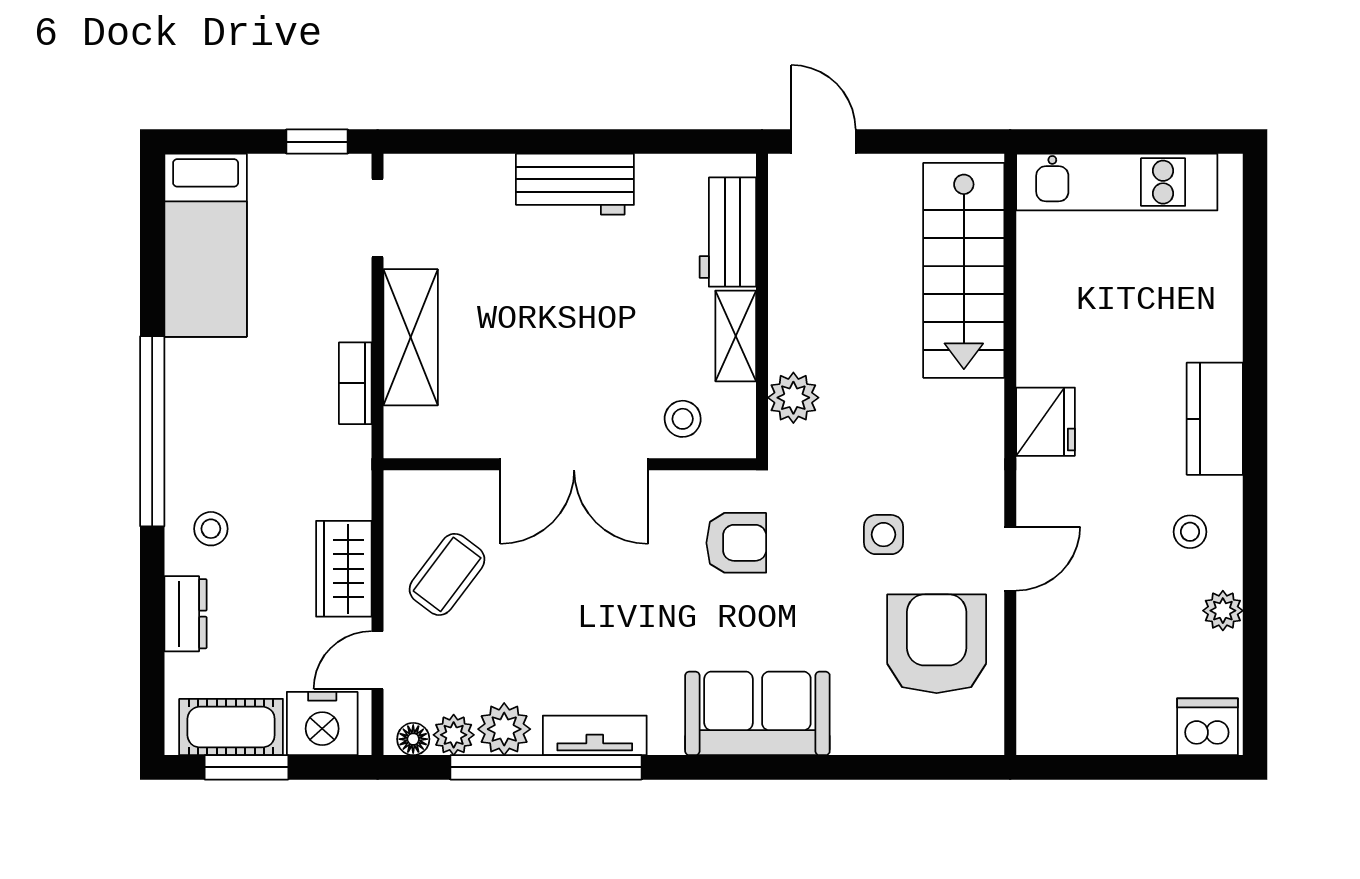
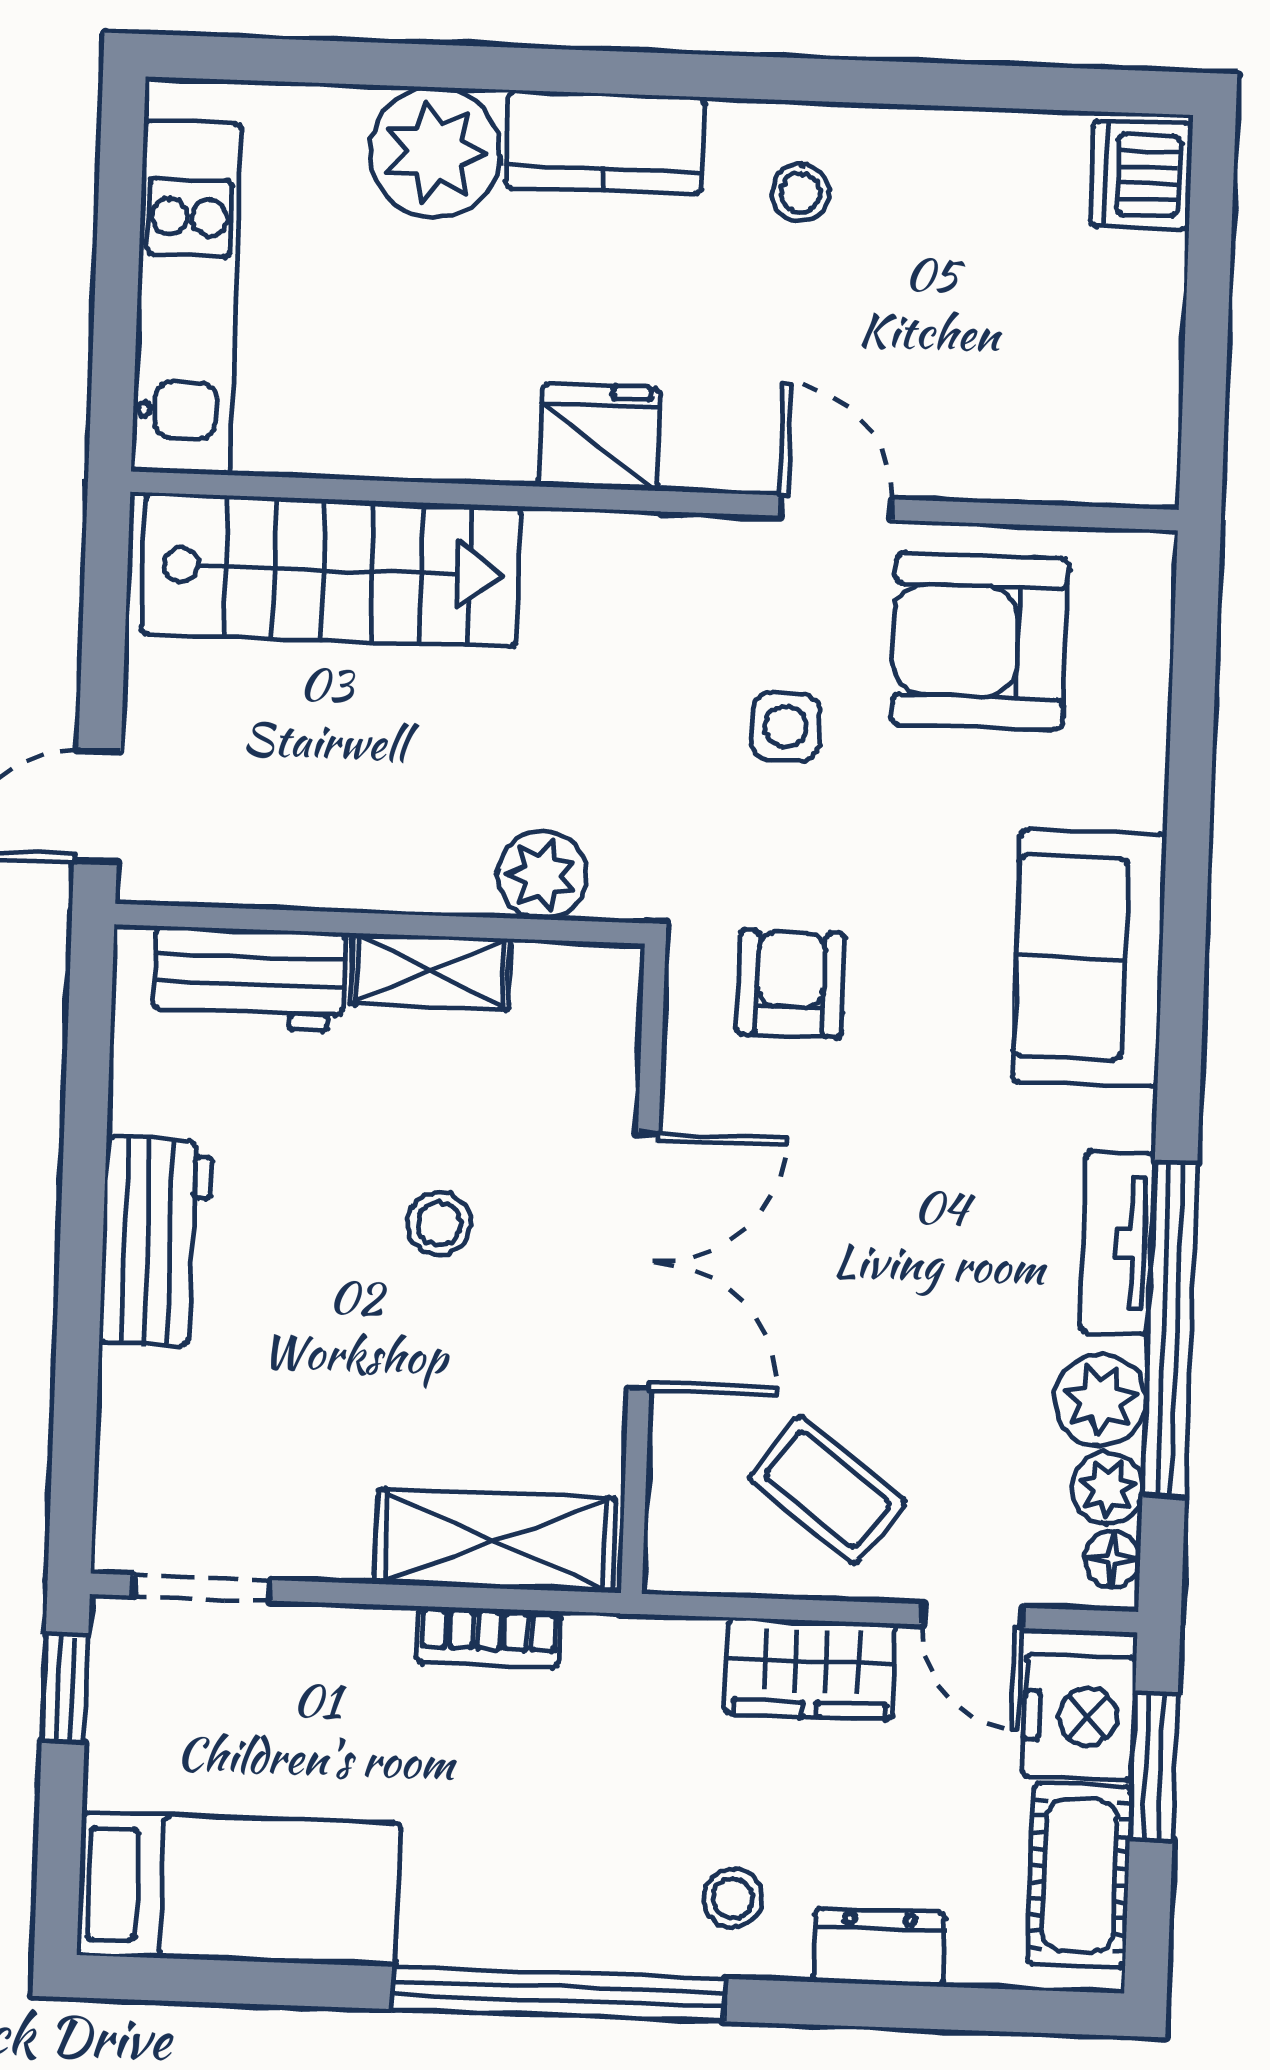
shelving: (411, 337) -> (495, 1541), moved
stool: (683, 419) -> (439, 1224), moved
plant: (1223, 611) -> (435, 153), moved, width x1.87, depth x1.87
window: (246, 767) -> (1154, 1767), moved

